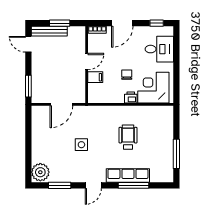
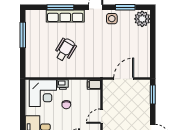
filing cabinet: (95, 77) -> (94, 84), moved
wheelchair: (128, 137) -> (65, 50), turned -149
side table: (81, 145) -> (112, 19), moved

